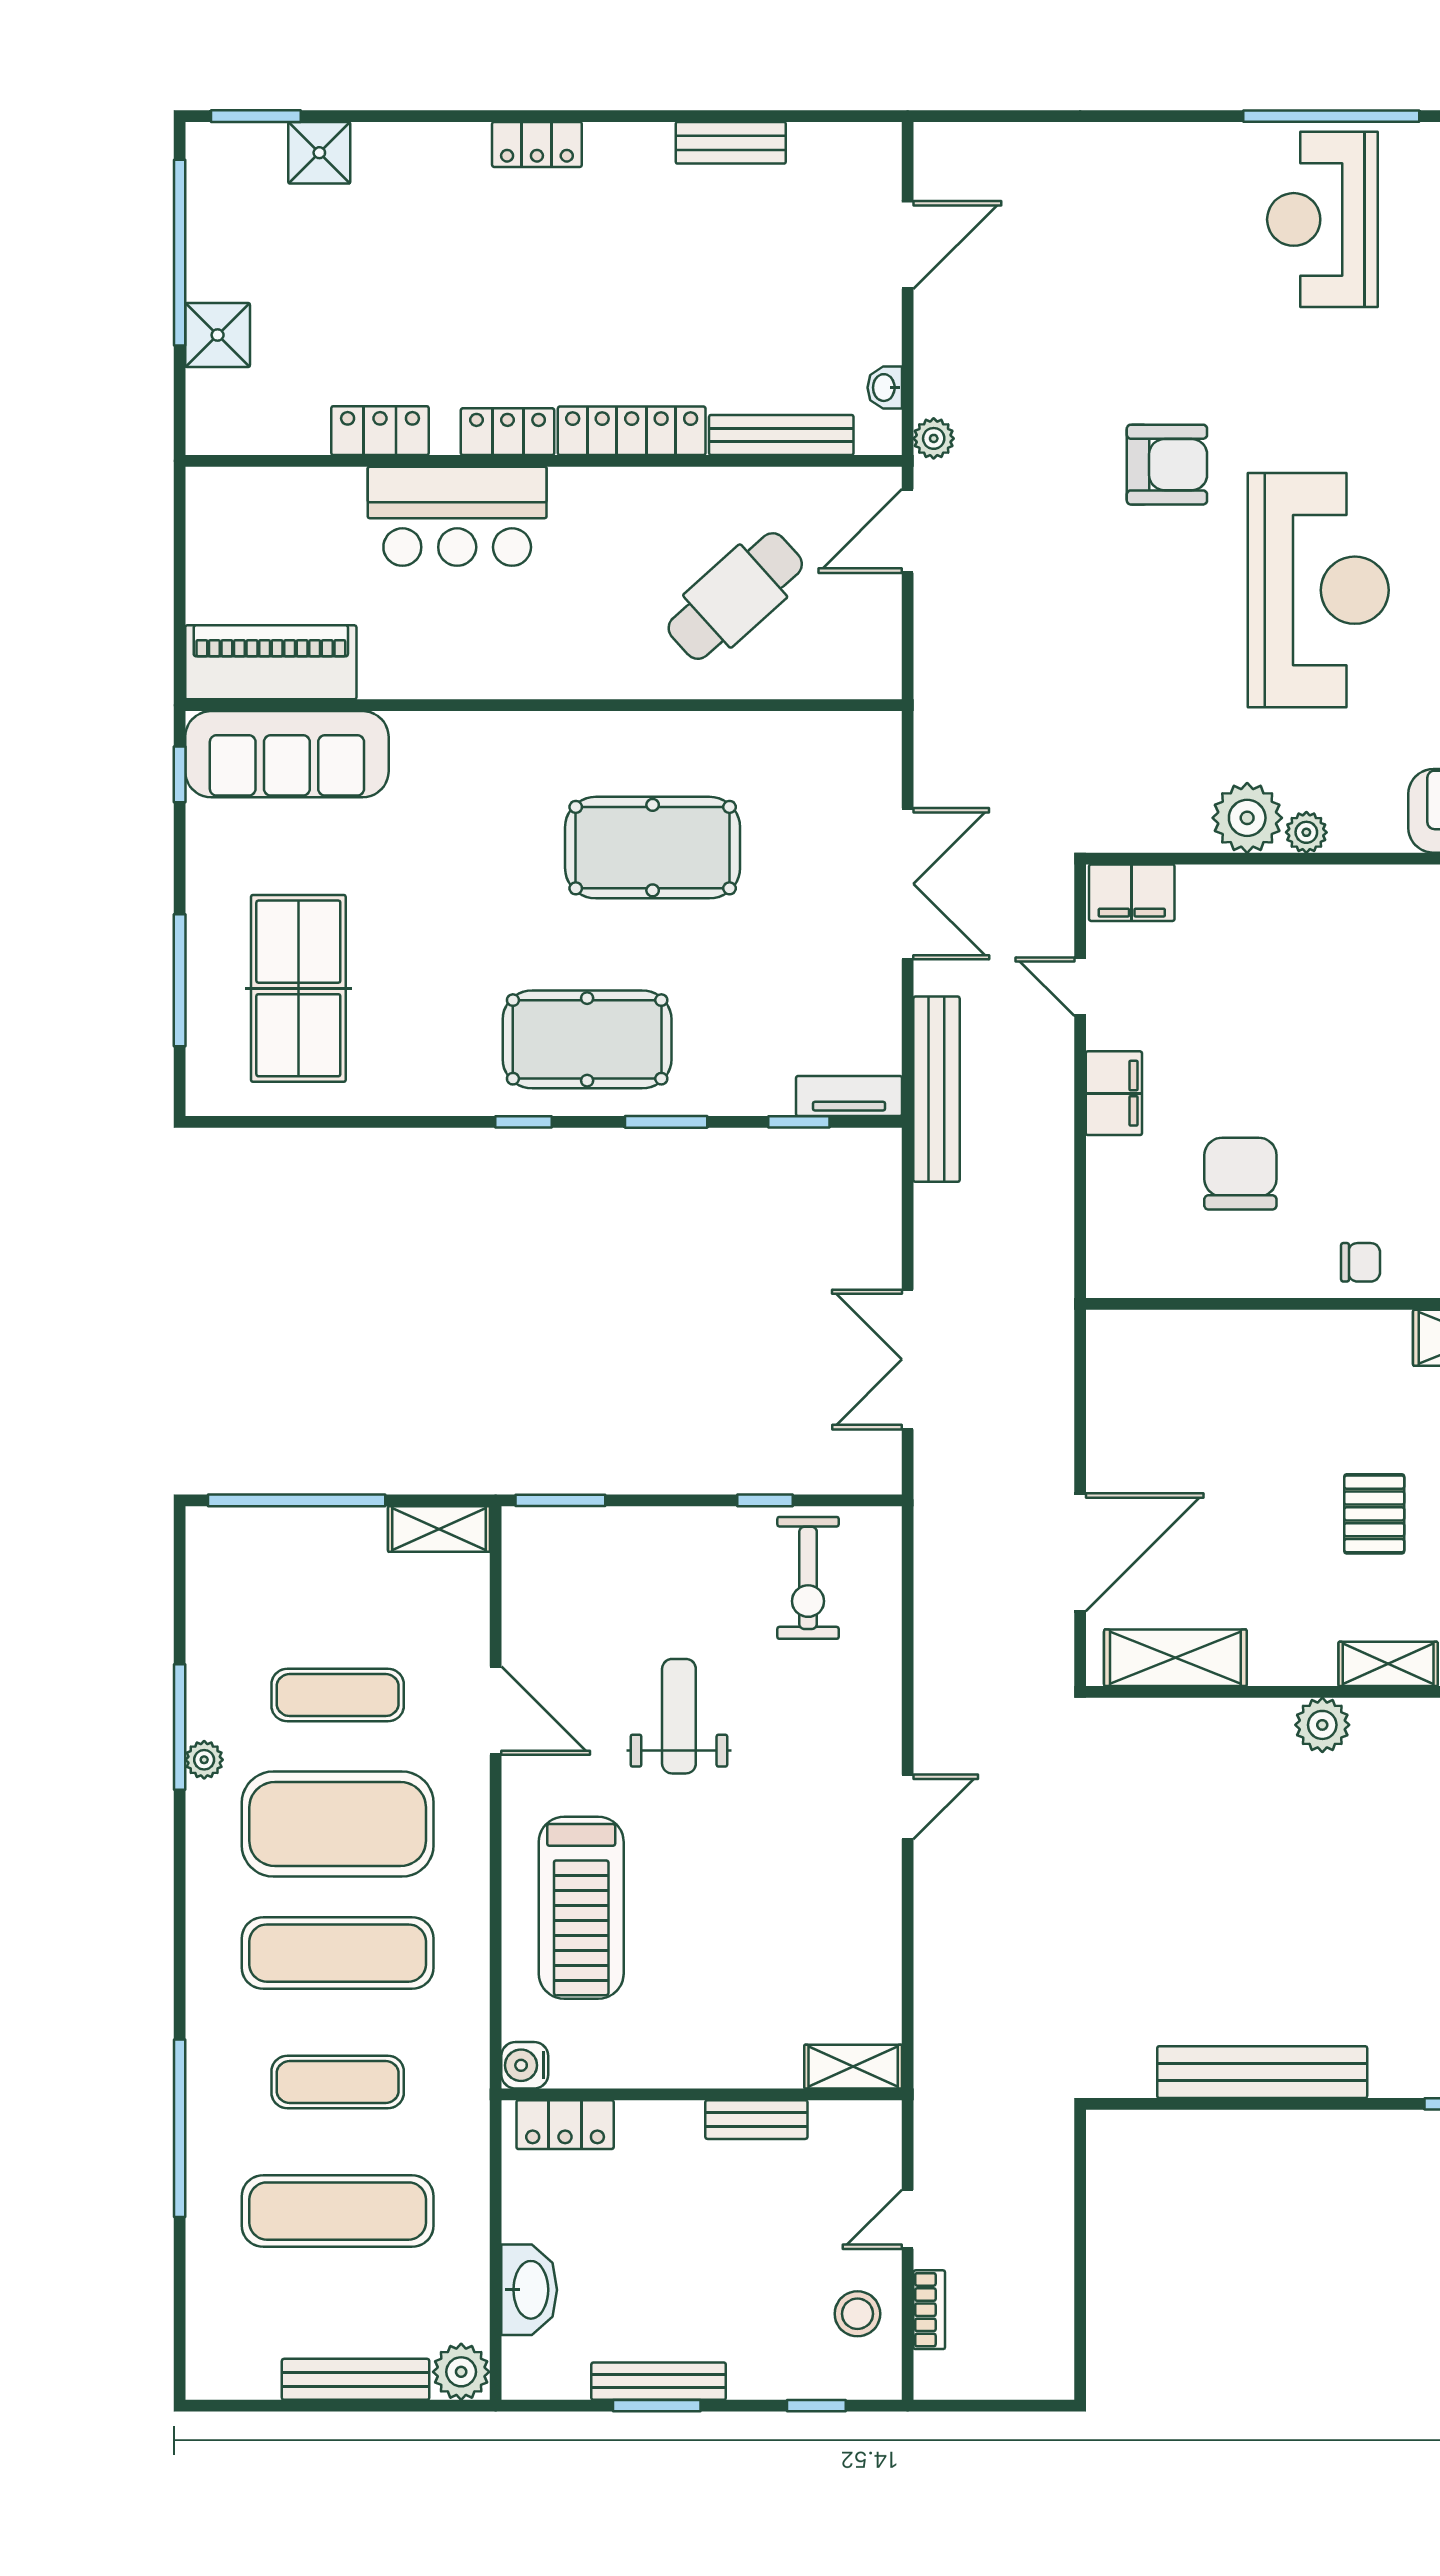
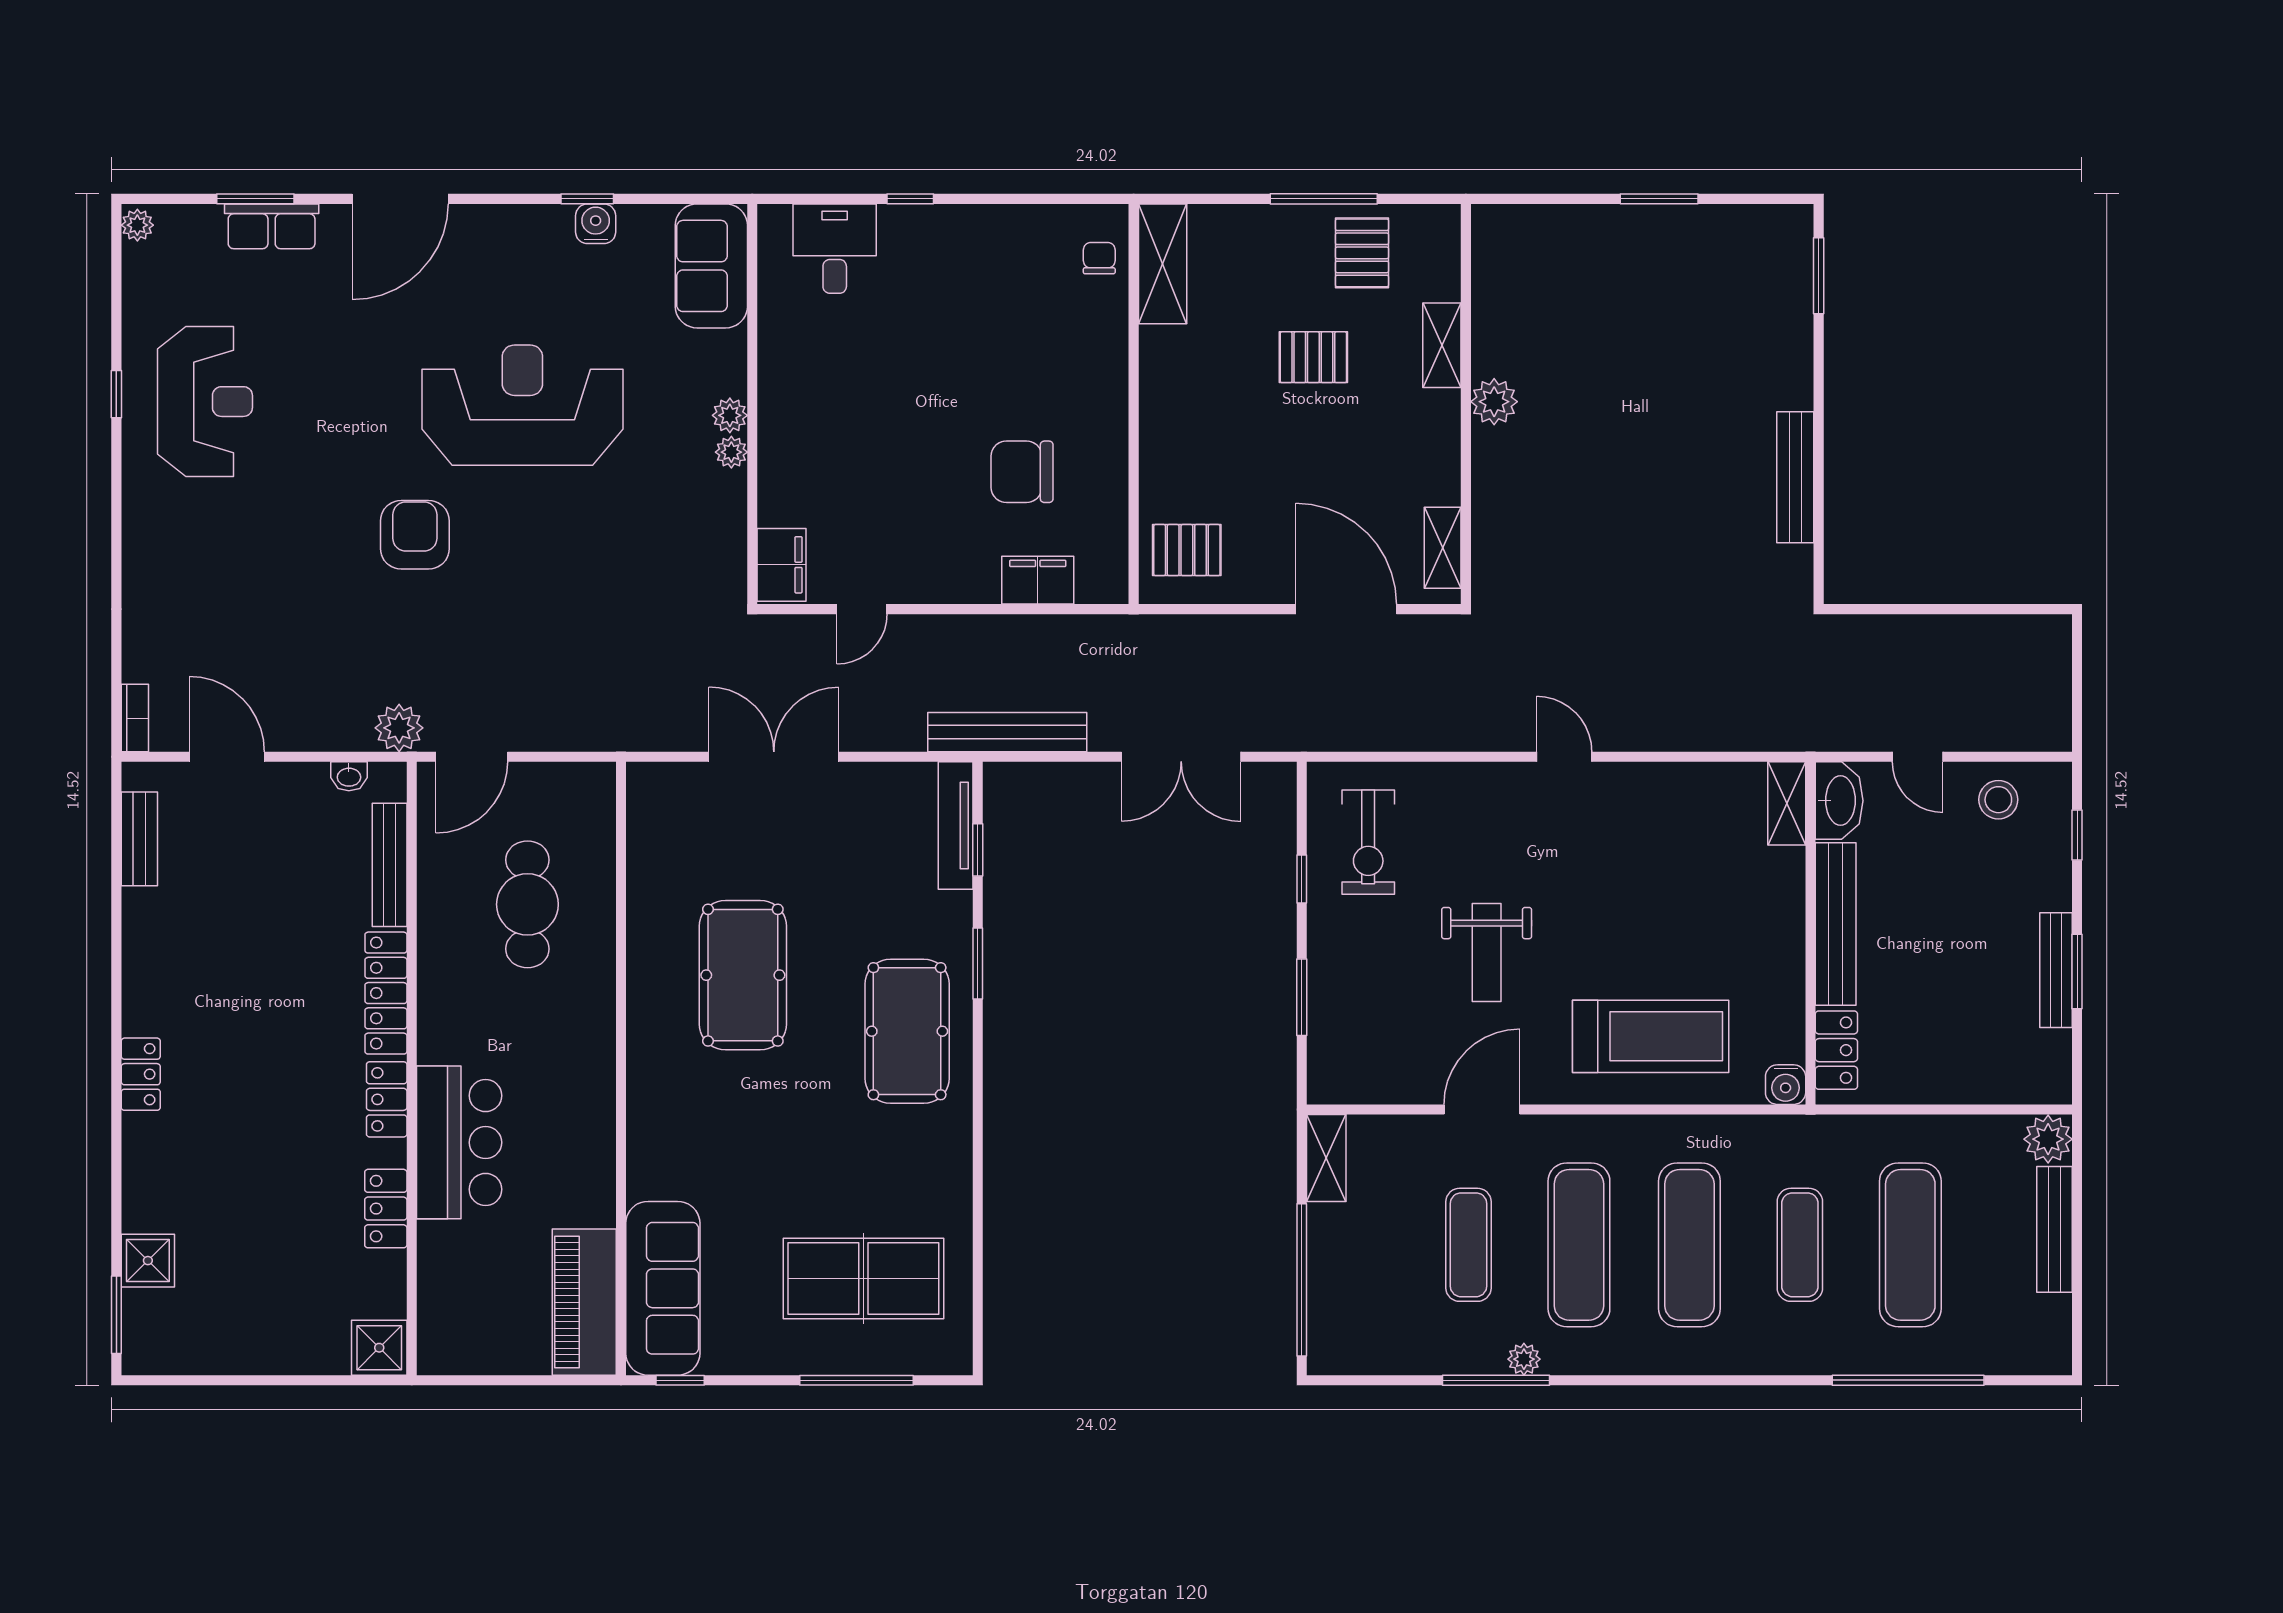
window: (1331, 116) -> (116, 394), width x0.32
bench: (731, 143) -> (139, 839), moved
reception desk: (1322, 219) -> (205, 402), turned -90
window: (180, 253) -> (233, 1380), removed
shower: (218, 335) -> (379, 1348), moved
plant: (934, 438) -> (399, 728), width x1.38, depth x1.38
door: (908, 531) -> (472, 757), hinge flipped
cafe table: (735, 596) -> (527, 904), turned 42
plant: (1247, 818) -> (731, 452), width x0.53, depth x0.53
bench: (936, 1089) -> (1007, 732), moved
filing cabinet: (1114, 1093) -> (1038, 580), moved
tv unit: (849, 1096) -> (956, 825), width x1.41
window: (523, 1122) -> (978, 1086), removed
chair: (1361, 1262) -> (1098, 369), removed
pallet: (1149, 1366) -> (1187, 550), added
window: (560, 1500) -> (1302, 997), moved
exercise bike: (808, 1578) -> (1368, 842), turned 90
shelving: (1175, 1658) -> (1443, 548), width x0.67, depth x0.75
weight bench: (679, 1716) -> (1487, 953), turned -90
exercise mat: (338, 1824) -> (1579, 1245), width x0.68
bench: (1262, 2072) -> (1795, 477), width x0.73, depth x0.82
bench: (756, 2120) -> (1836, 924), width x1.86, depth x1.21
window: (180, 2128) -> (1908, 1380), moved
washbasin: (529, 2290) -> (1839, 801), moved, turned 90
bookcase: (929, 2310) -> (135, 718), moved, turned 90

